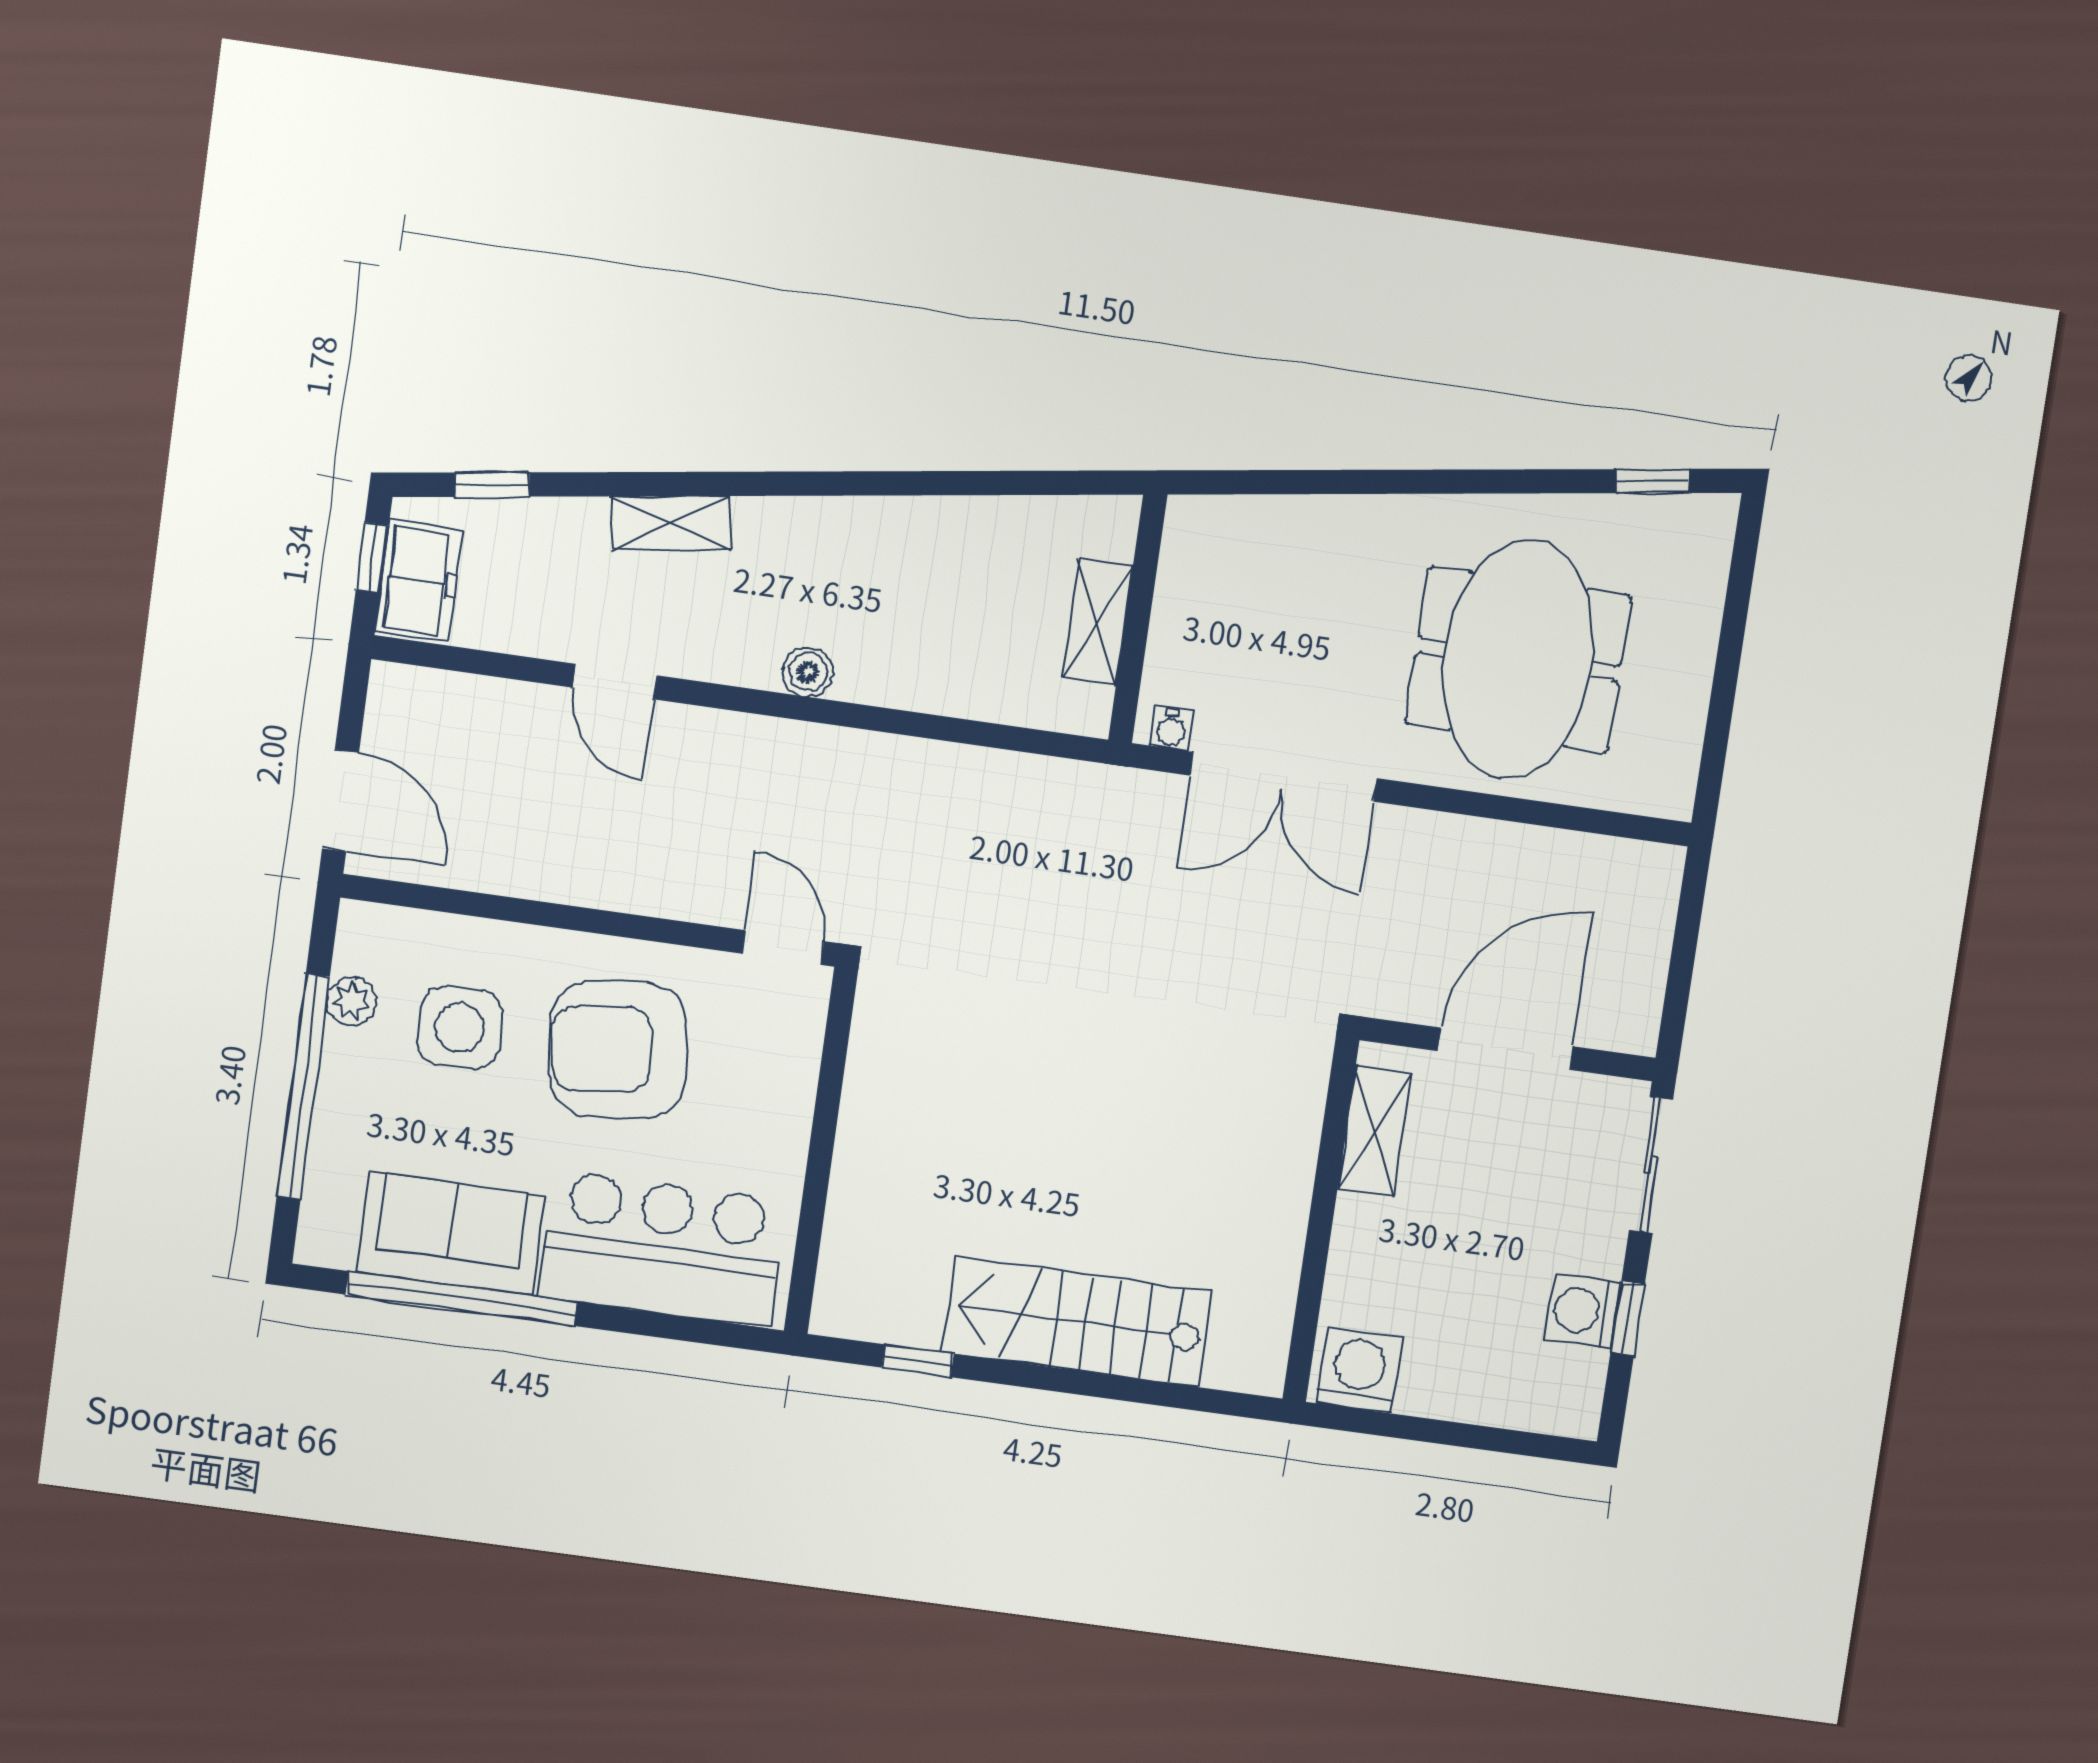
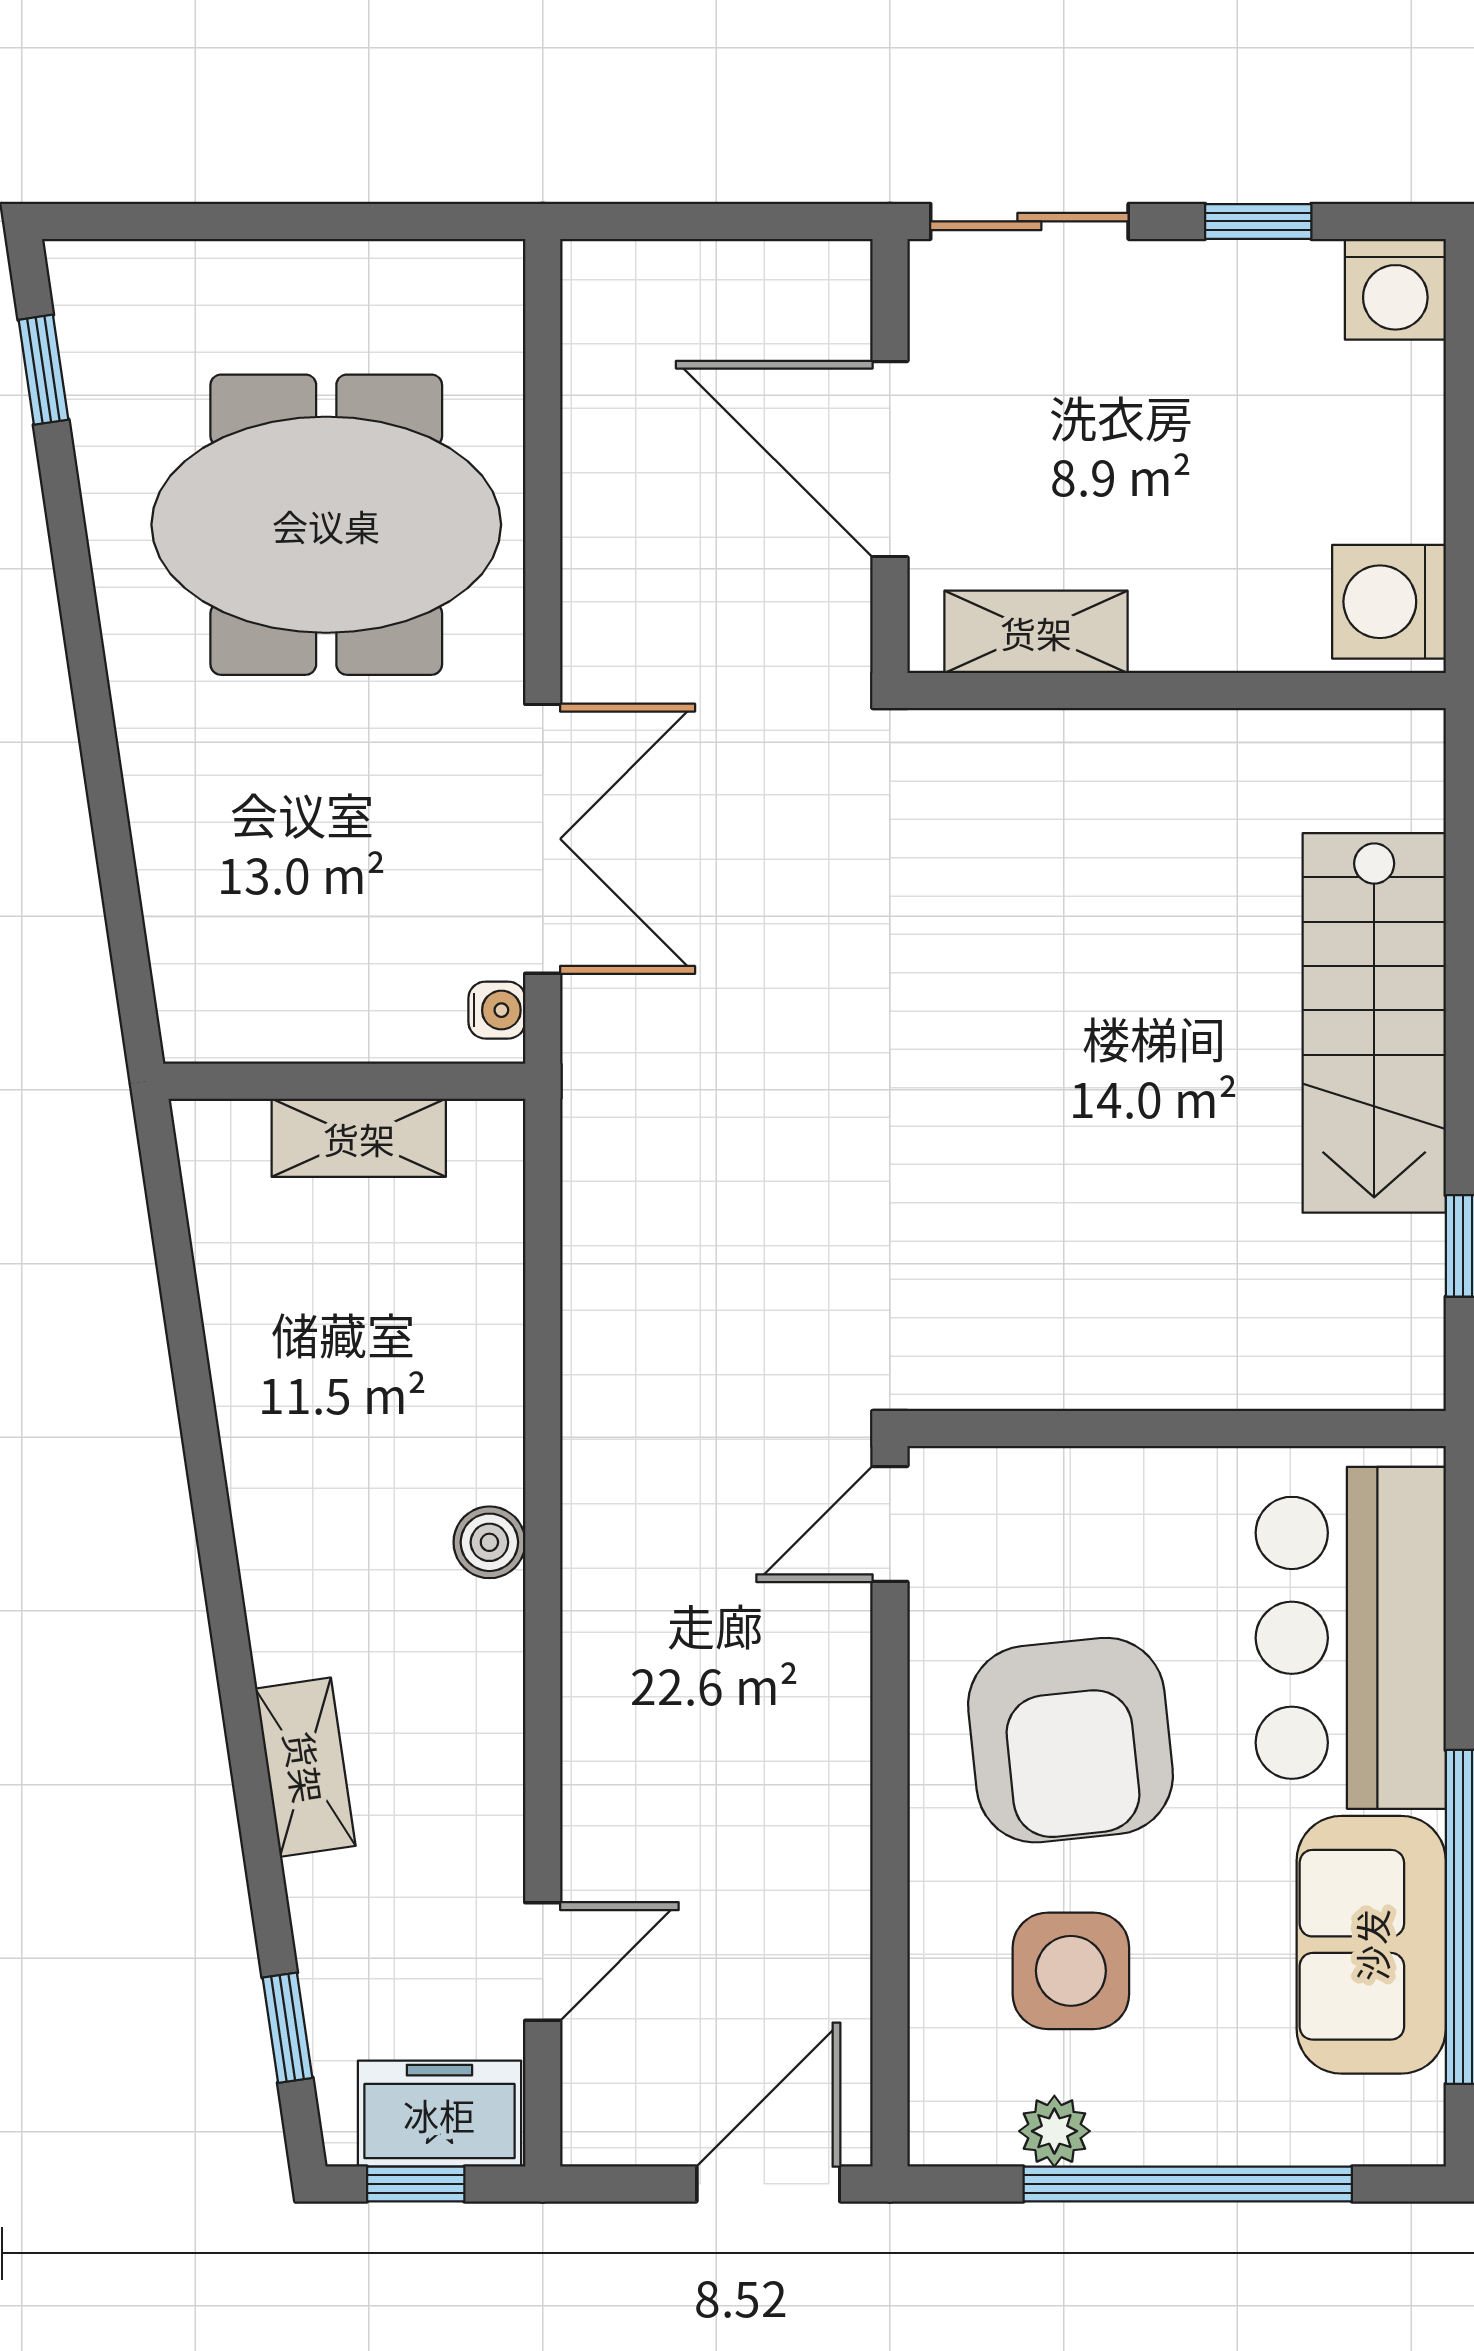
door: (615, 682) -> (543, 1962), moved
washing machine: (1582, 1311) -> (1395, 289), moved

